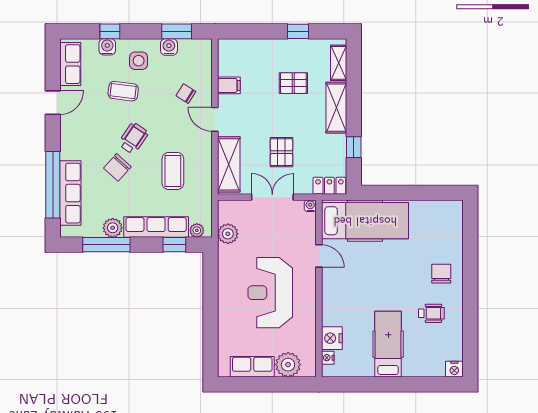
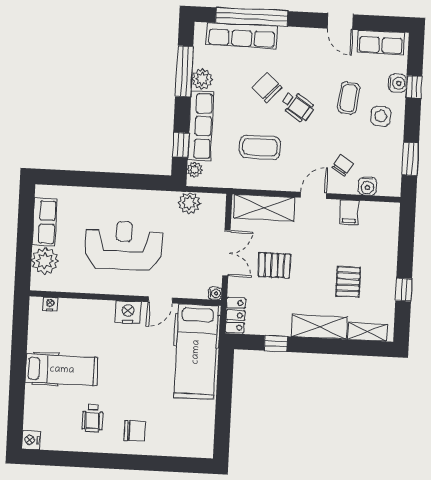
water cooler: (169, 47) -> (367, 186), moved, turned 90
nightstand: (332, 338) -> (128, 312), moved

